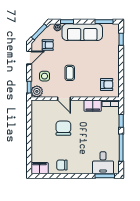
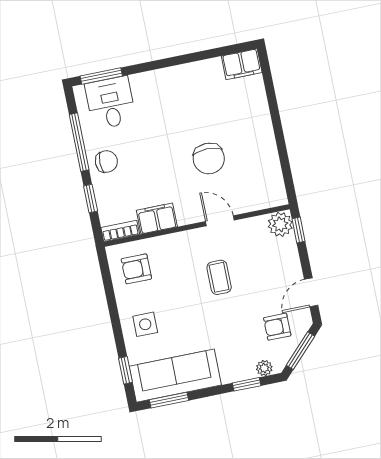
sofa: (82, 32) -> (175, 376), moved
side table: (45, 76) -> (145, 324), moved
chair: (62, 165) -> (106, 162), moved

